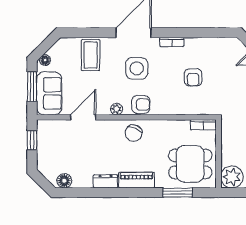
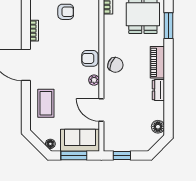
coffee table: (91, 55) -> (46, 103), turned 90
side table: (137, 68) -> (58, 62), removed
armchair: (141, 104) -> (90, 58), turned -90

